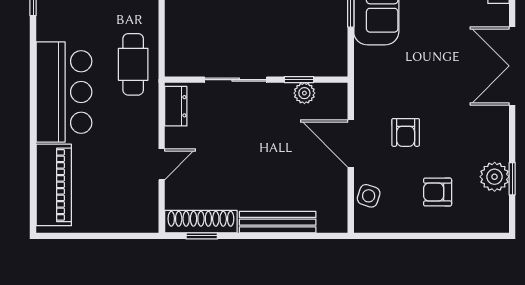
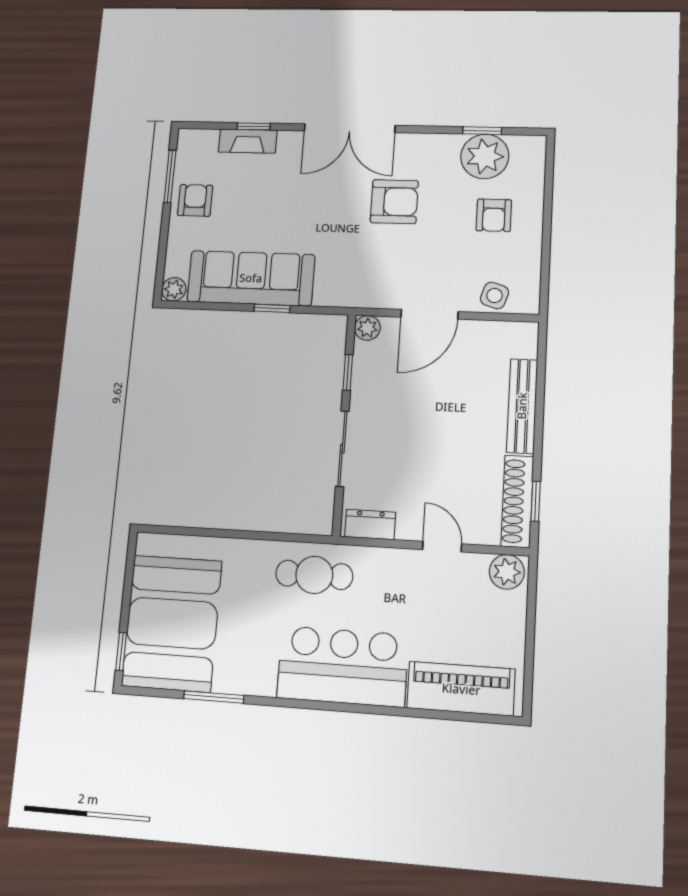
plant: (304, 93) -> (367, 328), moved
armchair: (406, 132) -> (394, 202), moved, width x1.38, depth x1.38
plant: (495, 177) -> (485, 156), width x1.36, depth x1.36
plant: (145, 216) -> (507, 572), added

